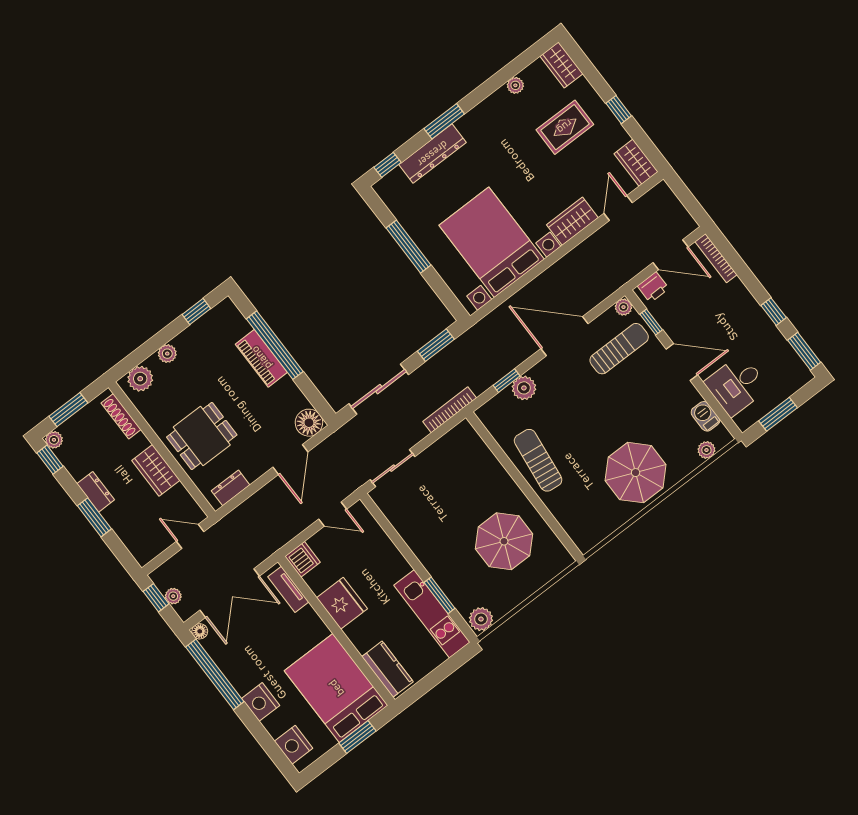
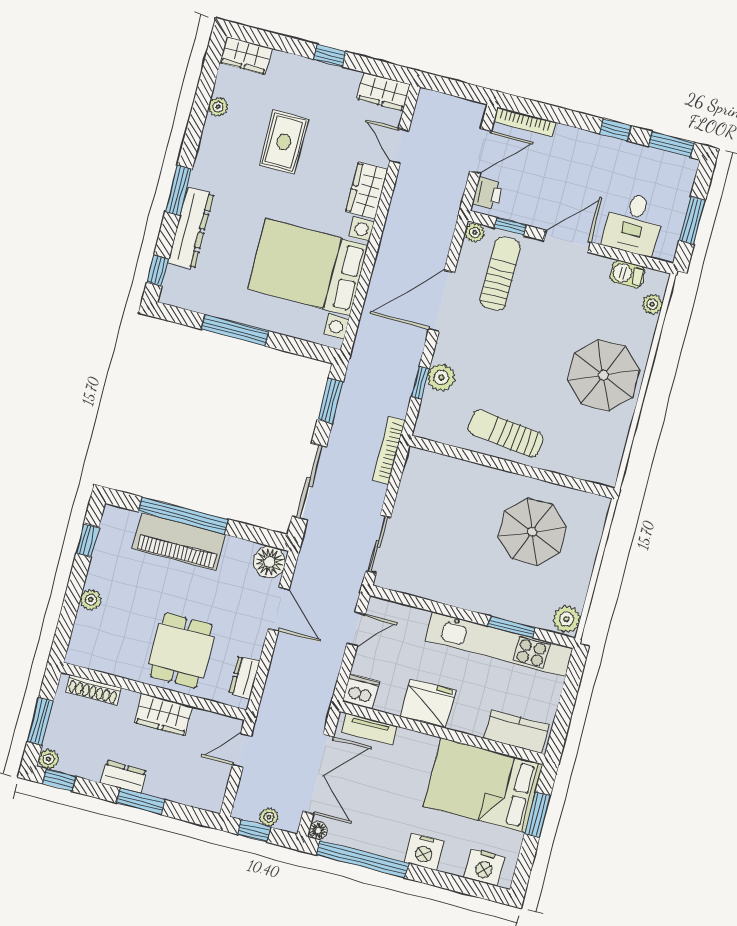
rug: (565, 127) -> (284, 142), moved
piano: (261, 358) -> (179, 542), width x1.37, depth x1.33
plant: (140, 379) -> (84, 642), removed
kitchen unit: (432, 614) -> (499, 644), width x1.36

